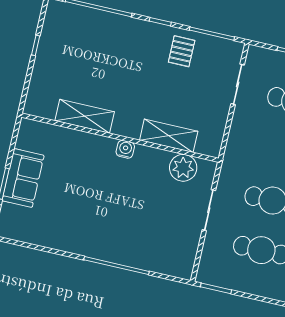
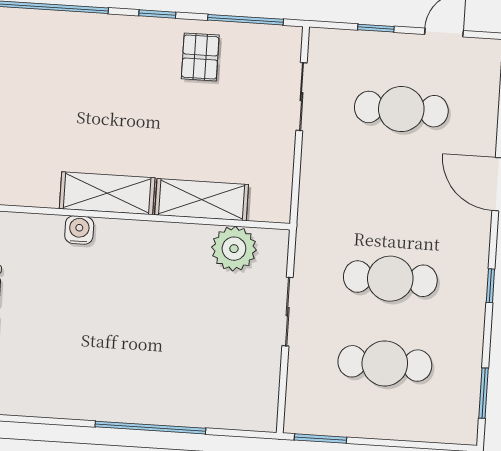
shelving: (85, 116) -> (107, 193), moved
water cooler: (125, 149) -> (79, 230), moved

